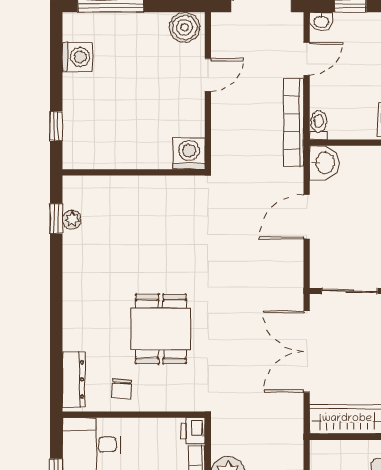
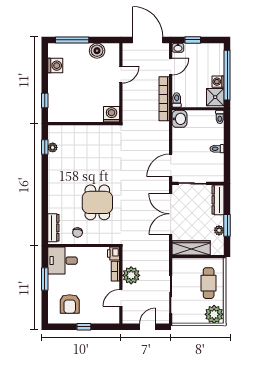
boiler: (184, 27) -> (97, 51), moved
door: (307, 217) -> (171, 165), moved

